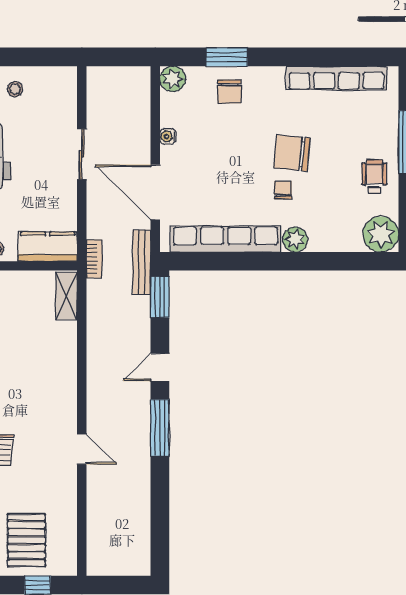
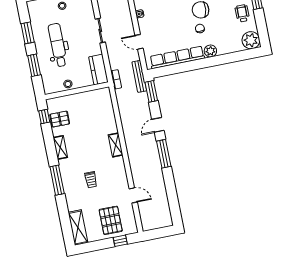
door: (155, 192) -> (139, 42), width x0.53
kitchen counter: (48, 247) -> (98, 70), moved, turned -90
shelving: (67, 296) -> (116, 145), moved
door: (82, 449) -> (133, 195), moved

